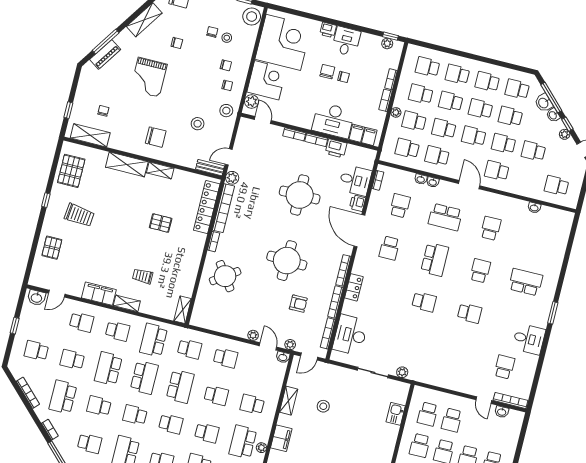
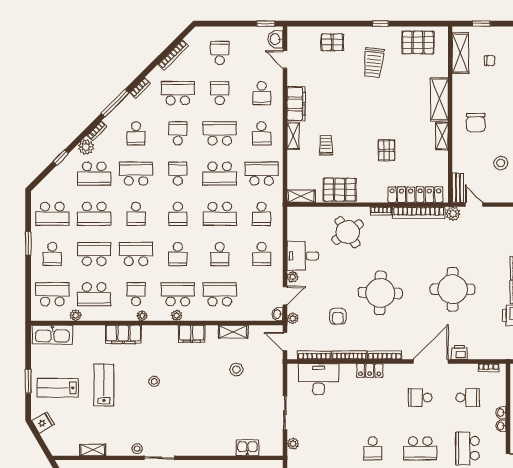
desk: (355, 180) -> (303, 256), moved, turned 90
pallet: (185, 274) -> (340, 190), added
window: (15, 326) -> (266, 24), moved
school desk: (252, 404) -> (220, 294), width x1.85

